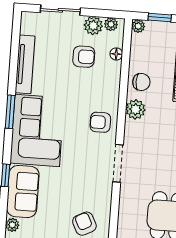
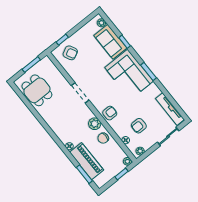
plant: (93, 26) -> (147, 143), removed
tv unit: (25, 64) -> (170, 109), moved
armchair: (100, 122) -> (110, 113), moved

